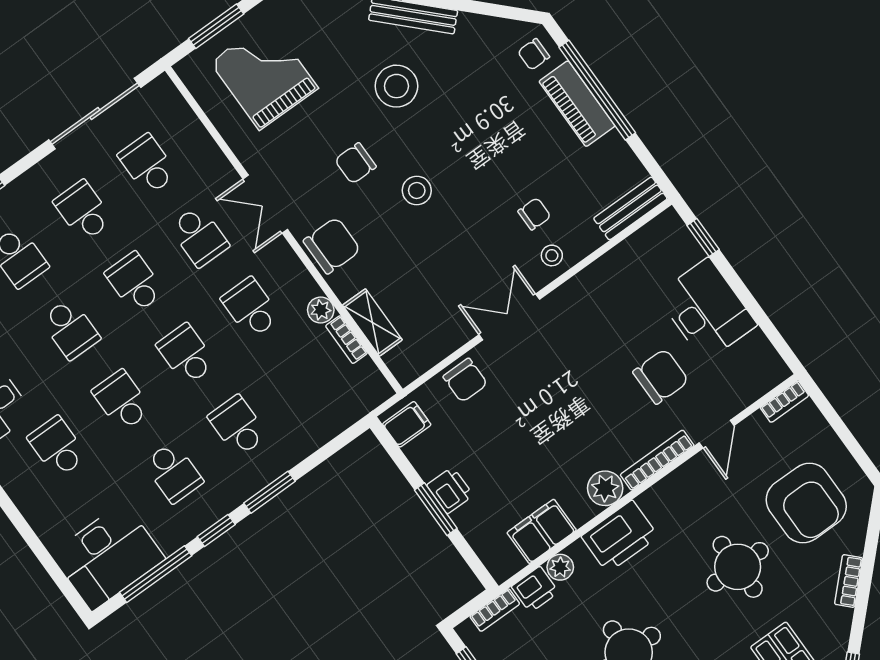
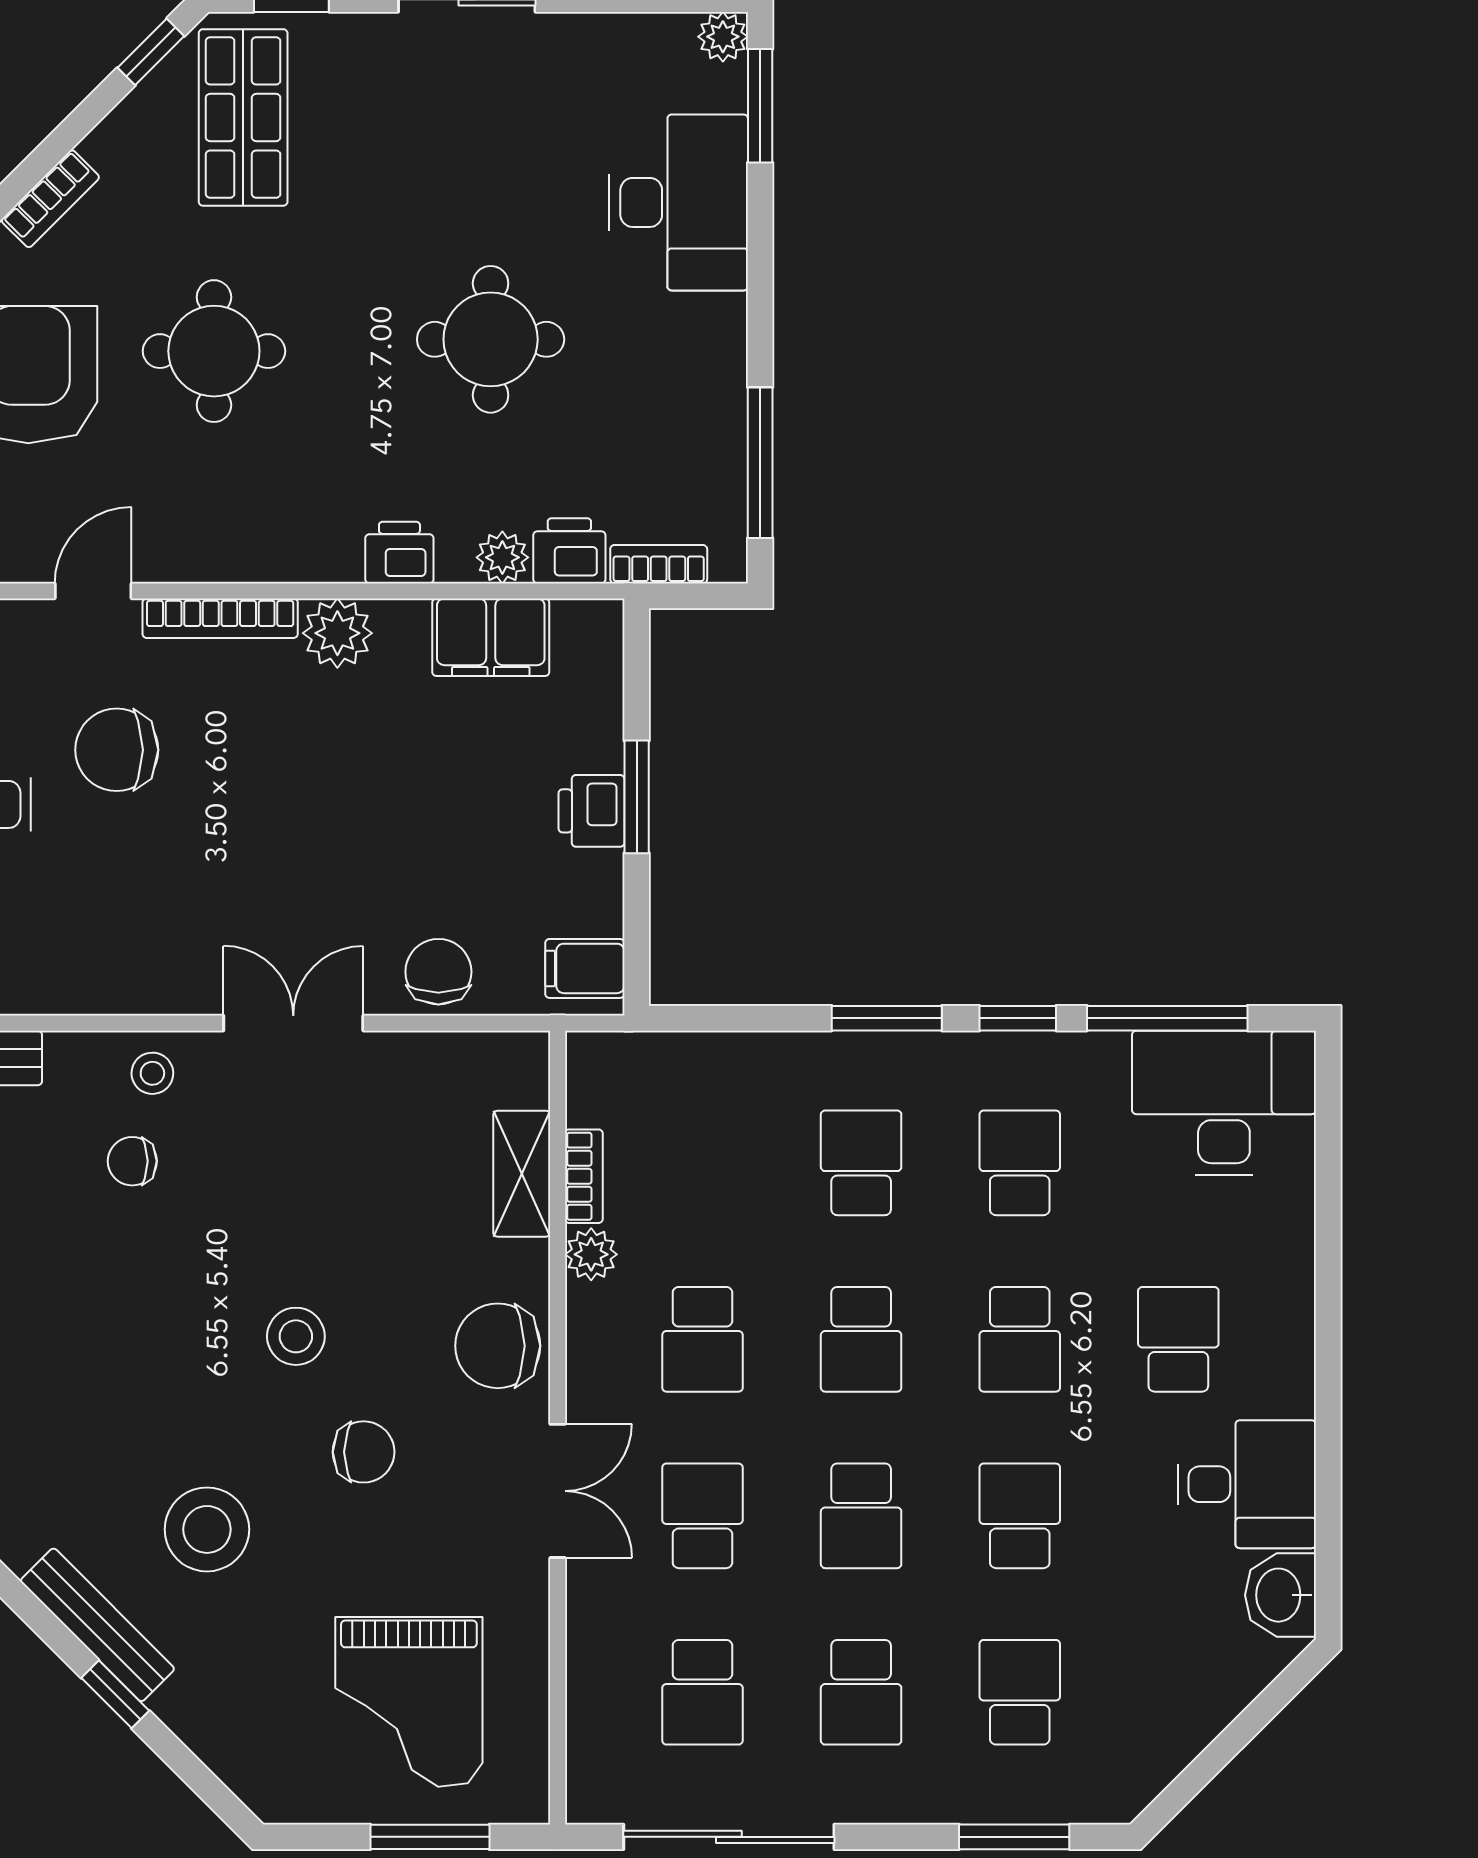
double door: (509, 317) -> (293, 1023), swing flipped
school desk: (238, 426) -> (861, 1163), turned 180
school desk: (57, 447) -> (1178, 1339), turned 180
printer: (620, 536) -> (399, 553), width x0.53, depth x0.68

